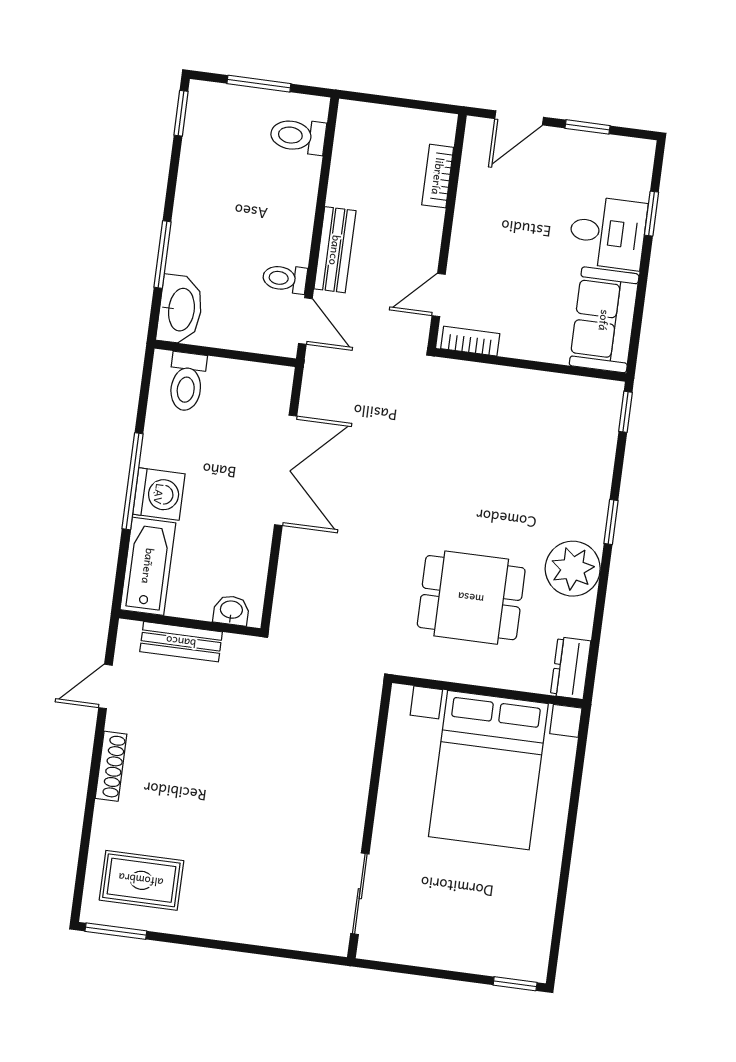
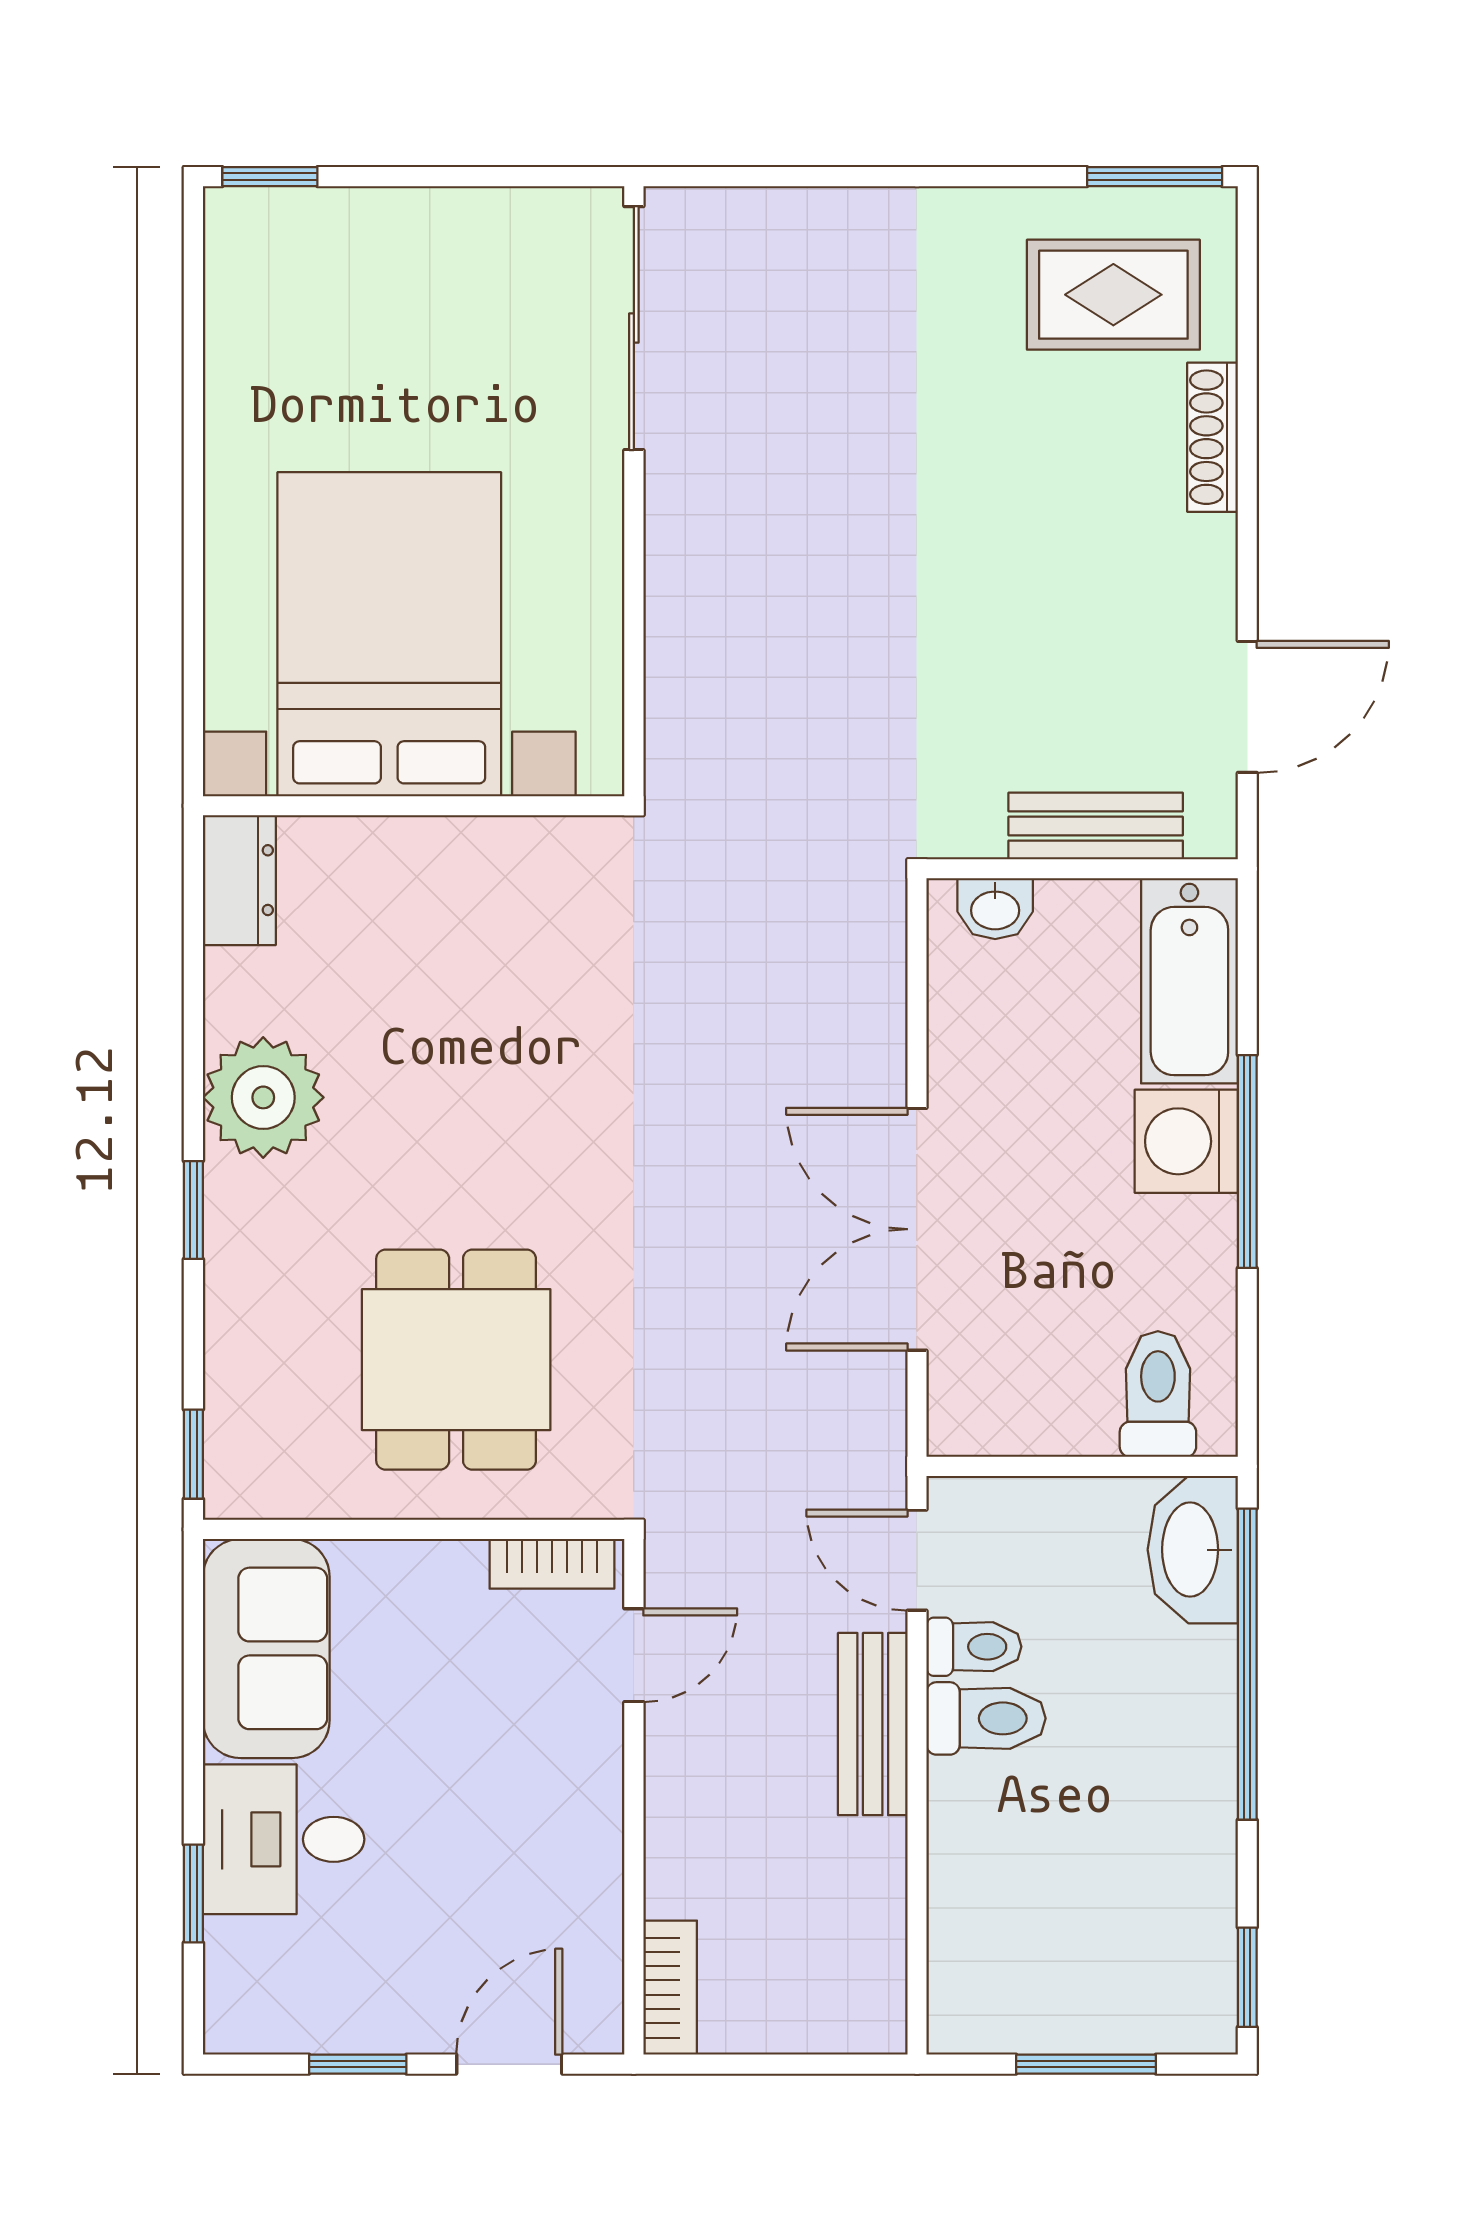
toilet: (298, 136) -> (986, 1718), moved
bookcase: (438, 176) -> (670, 1988), moved
window: (162, 255) -> (1247, 1664), width x2.11
dining table: (471, 598) -> (456, 1360), moved, turned 90
door: (106, 686) -> (1247, 707), width x1.38
shoe rack: (111, 766) -> (1212, 437), moved
sliding door: (360, 894) -> (634, 328), width x1.37

